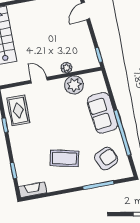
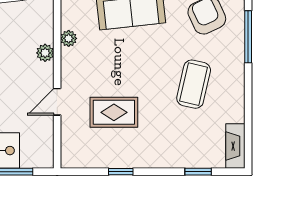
plant: (74, 85) -> (69, 38), width x0.53, depth x0.53
rug: (18, 110) -> (114, 112), moved

